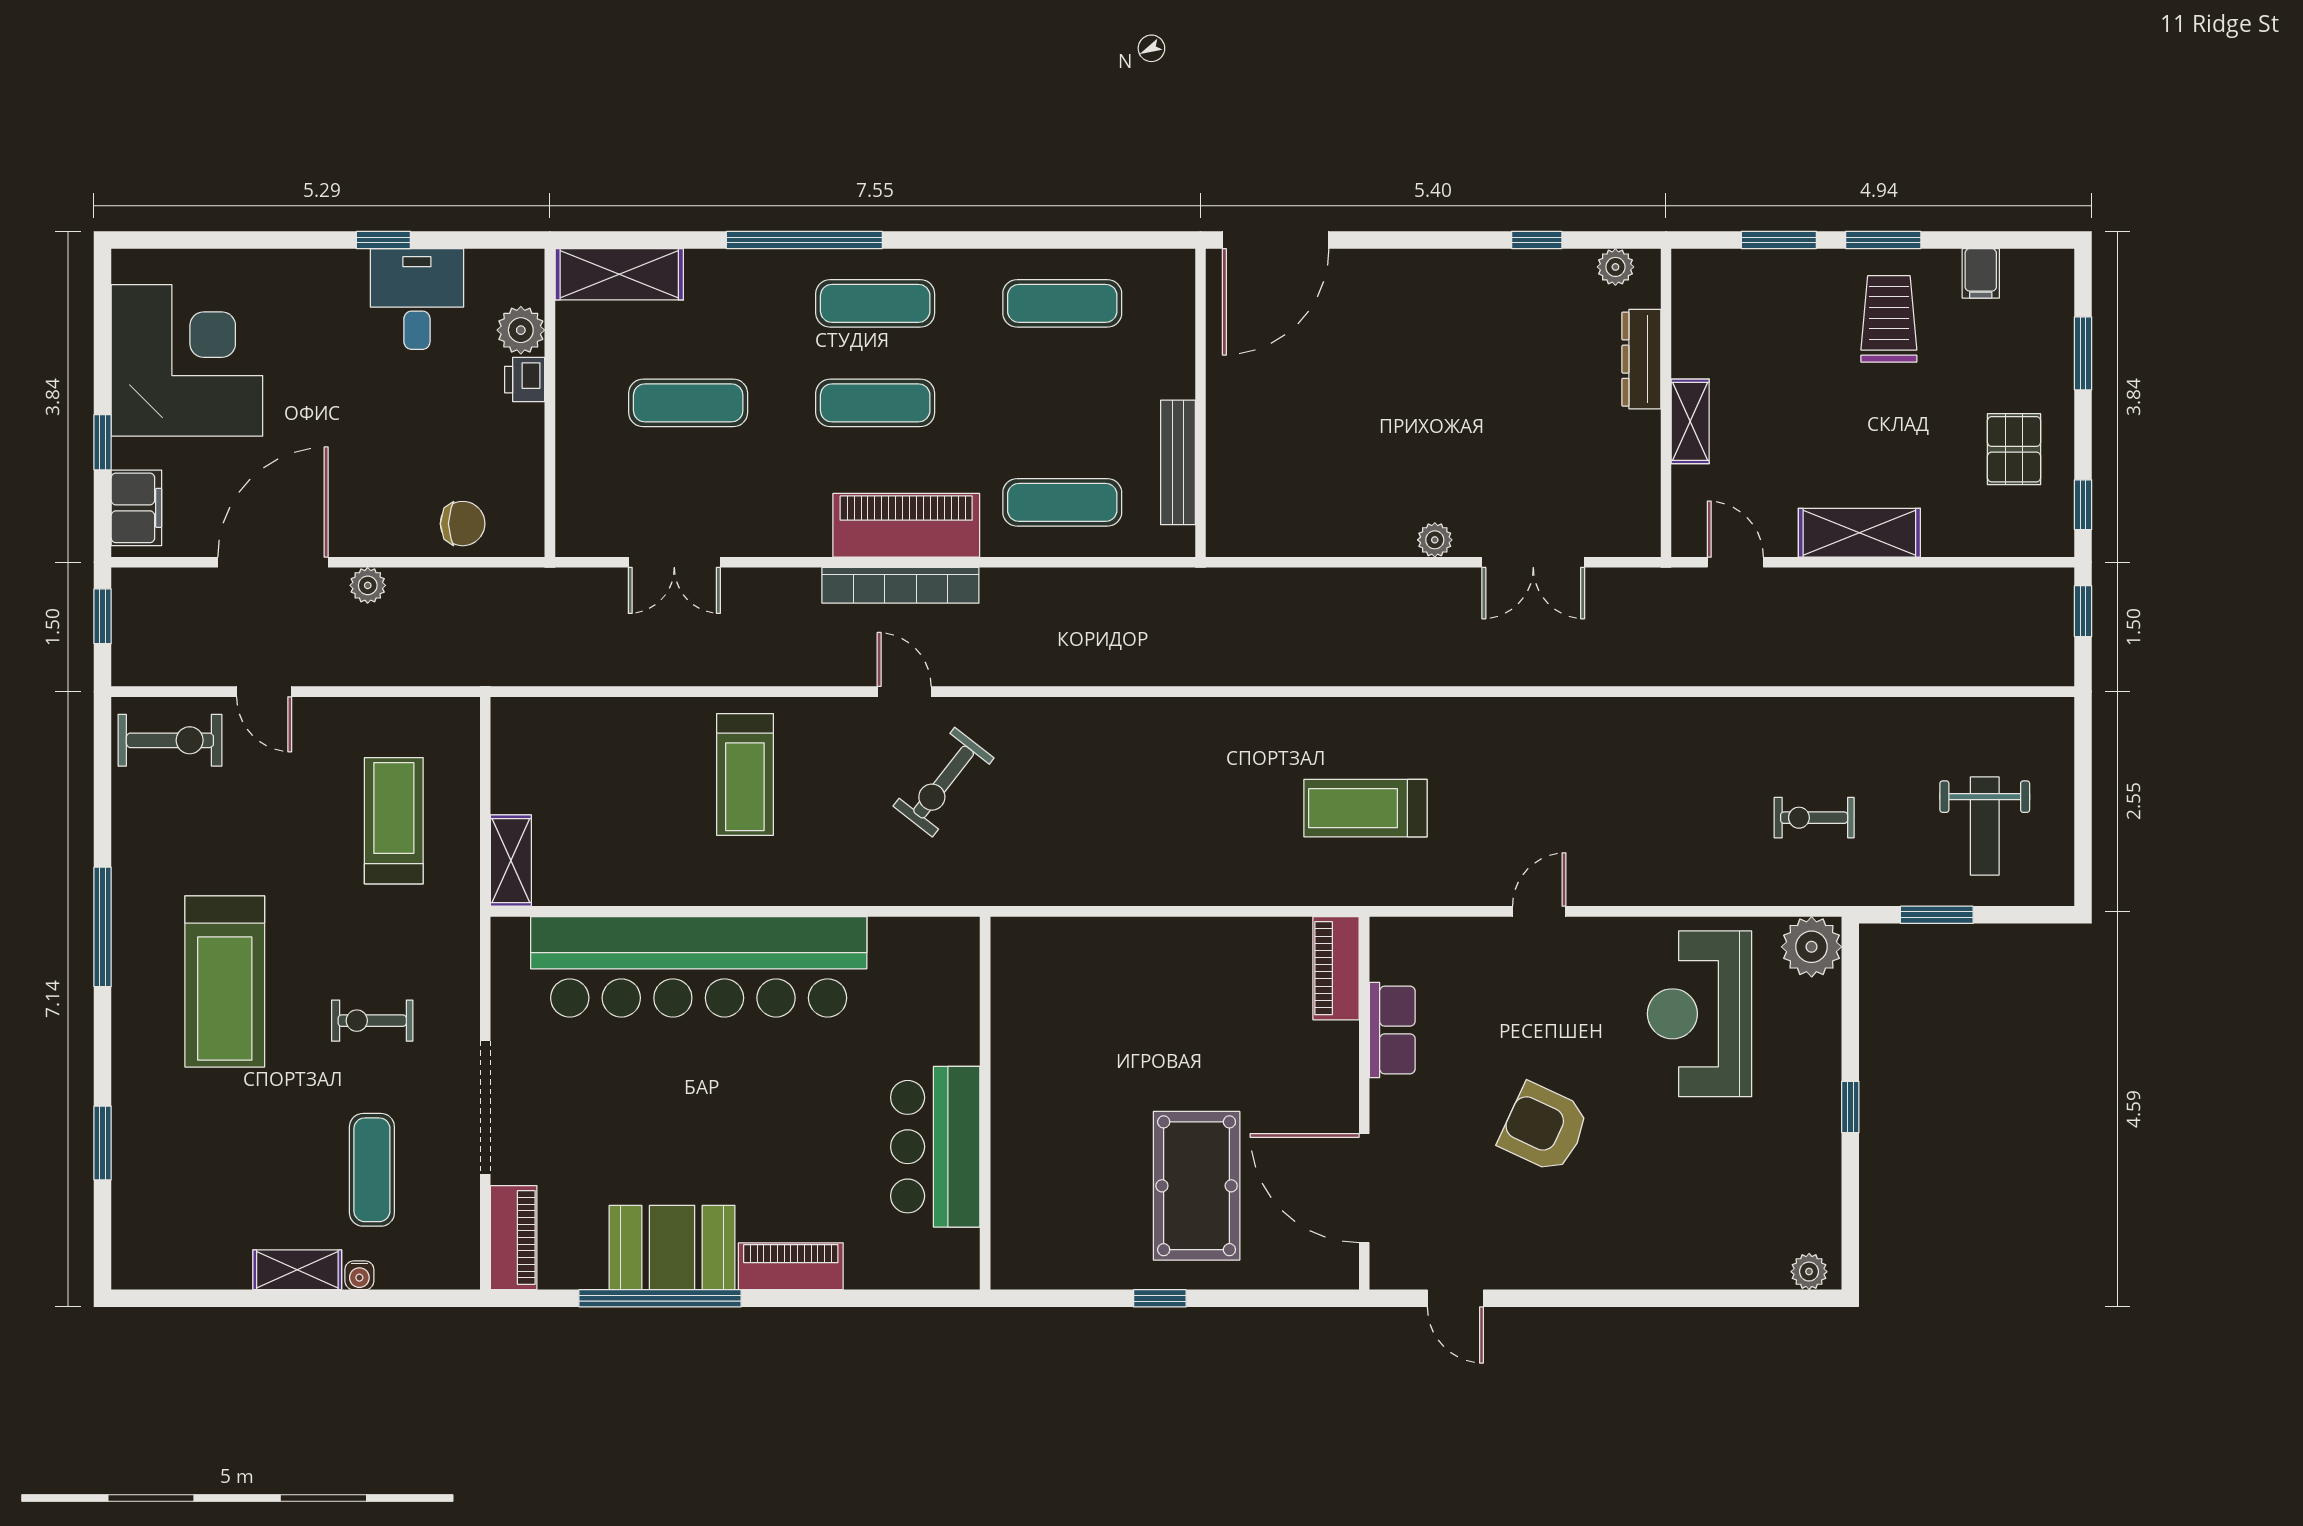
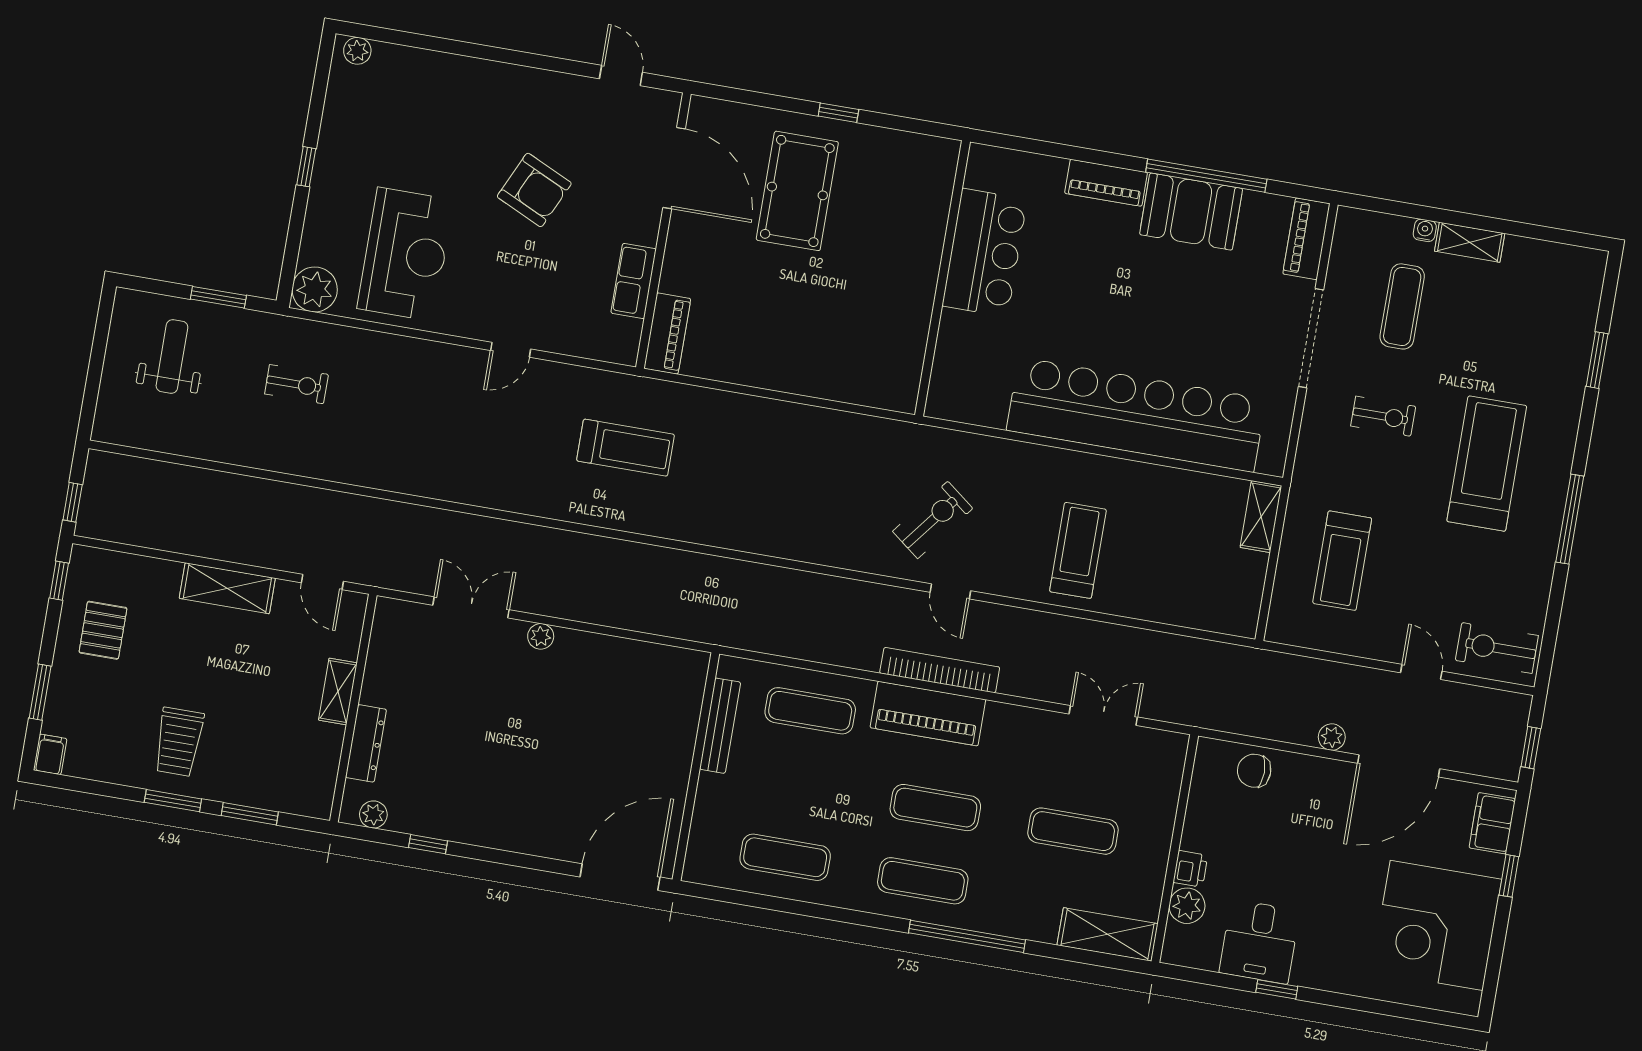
filing cabinet: (1981, 273) -> (50, 754), moved

